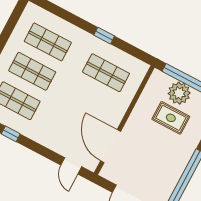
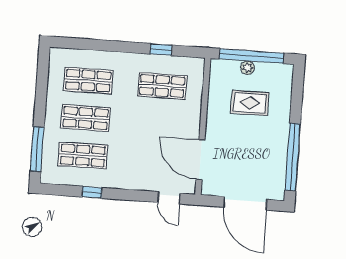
window: (104, 36) -> (161, 50), moved
plant: (179, 93) -> (248, 68), width x0.53, depth x0.53

